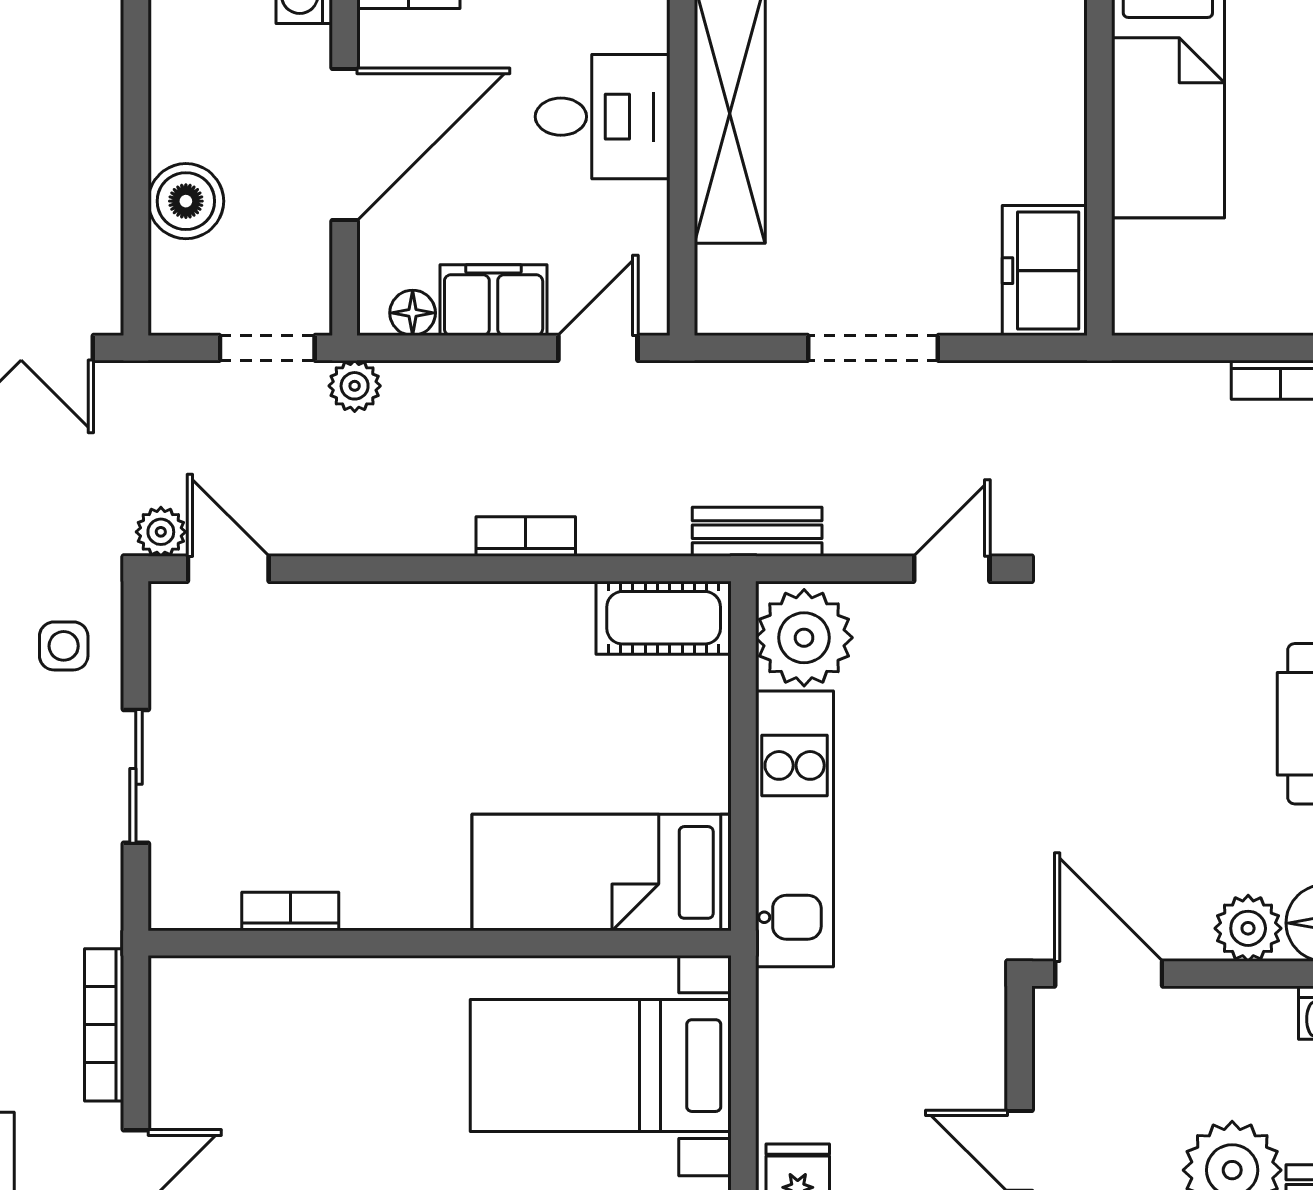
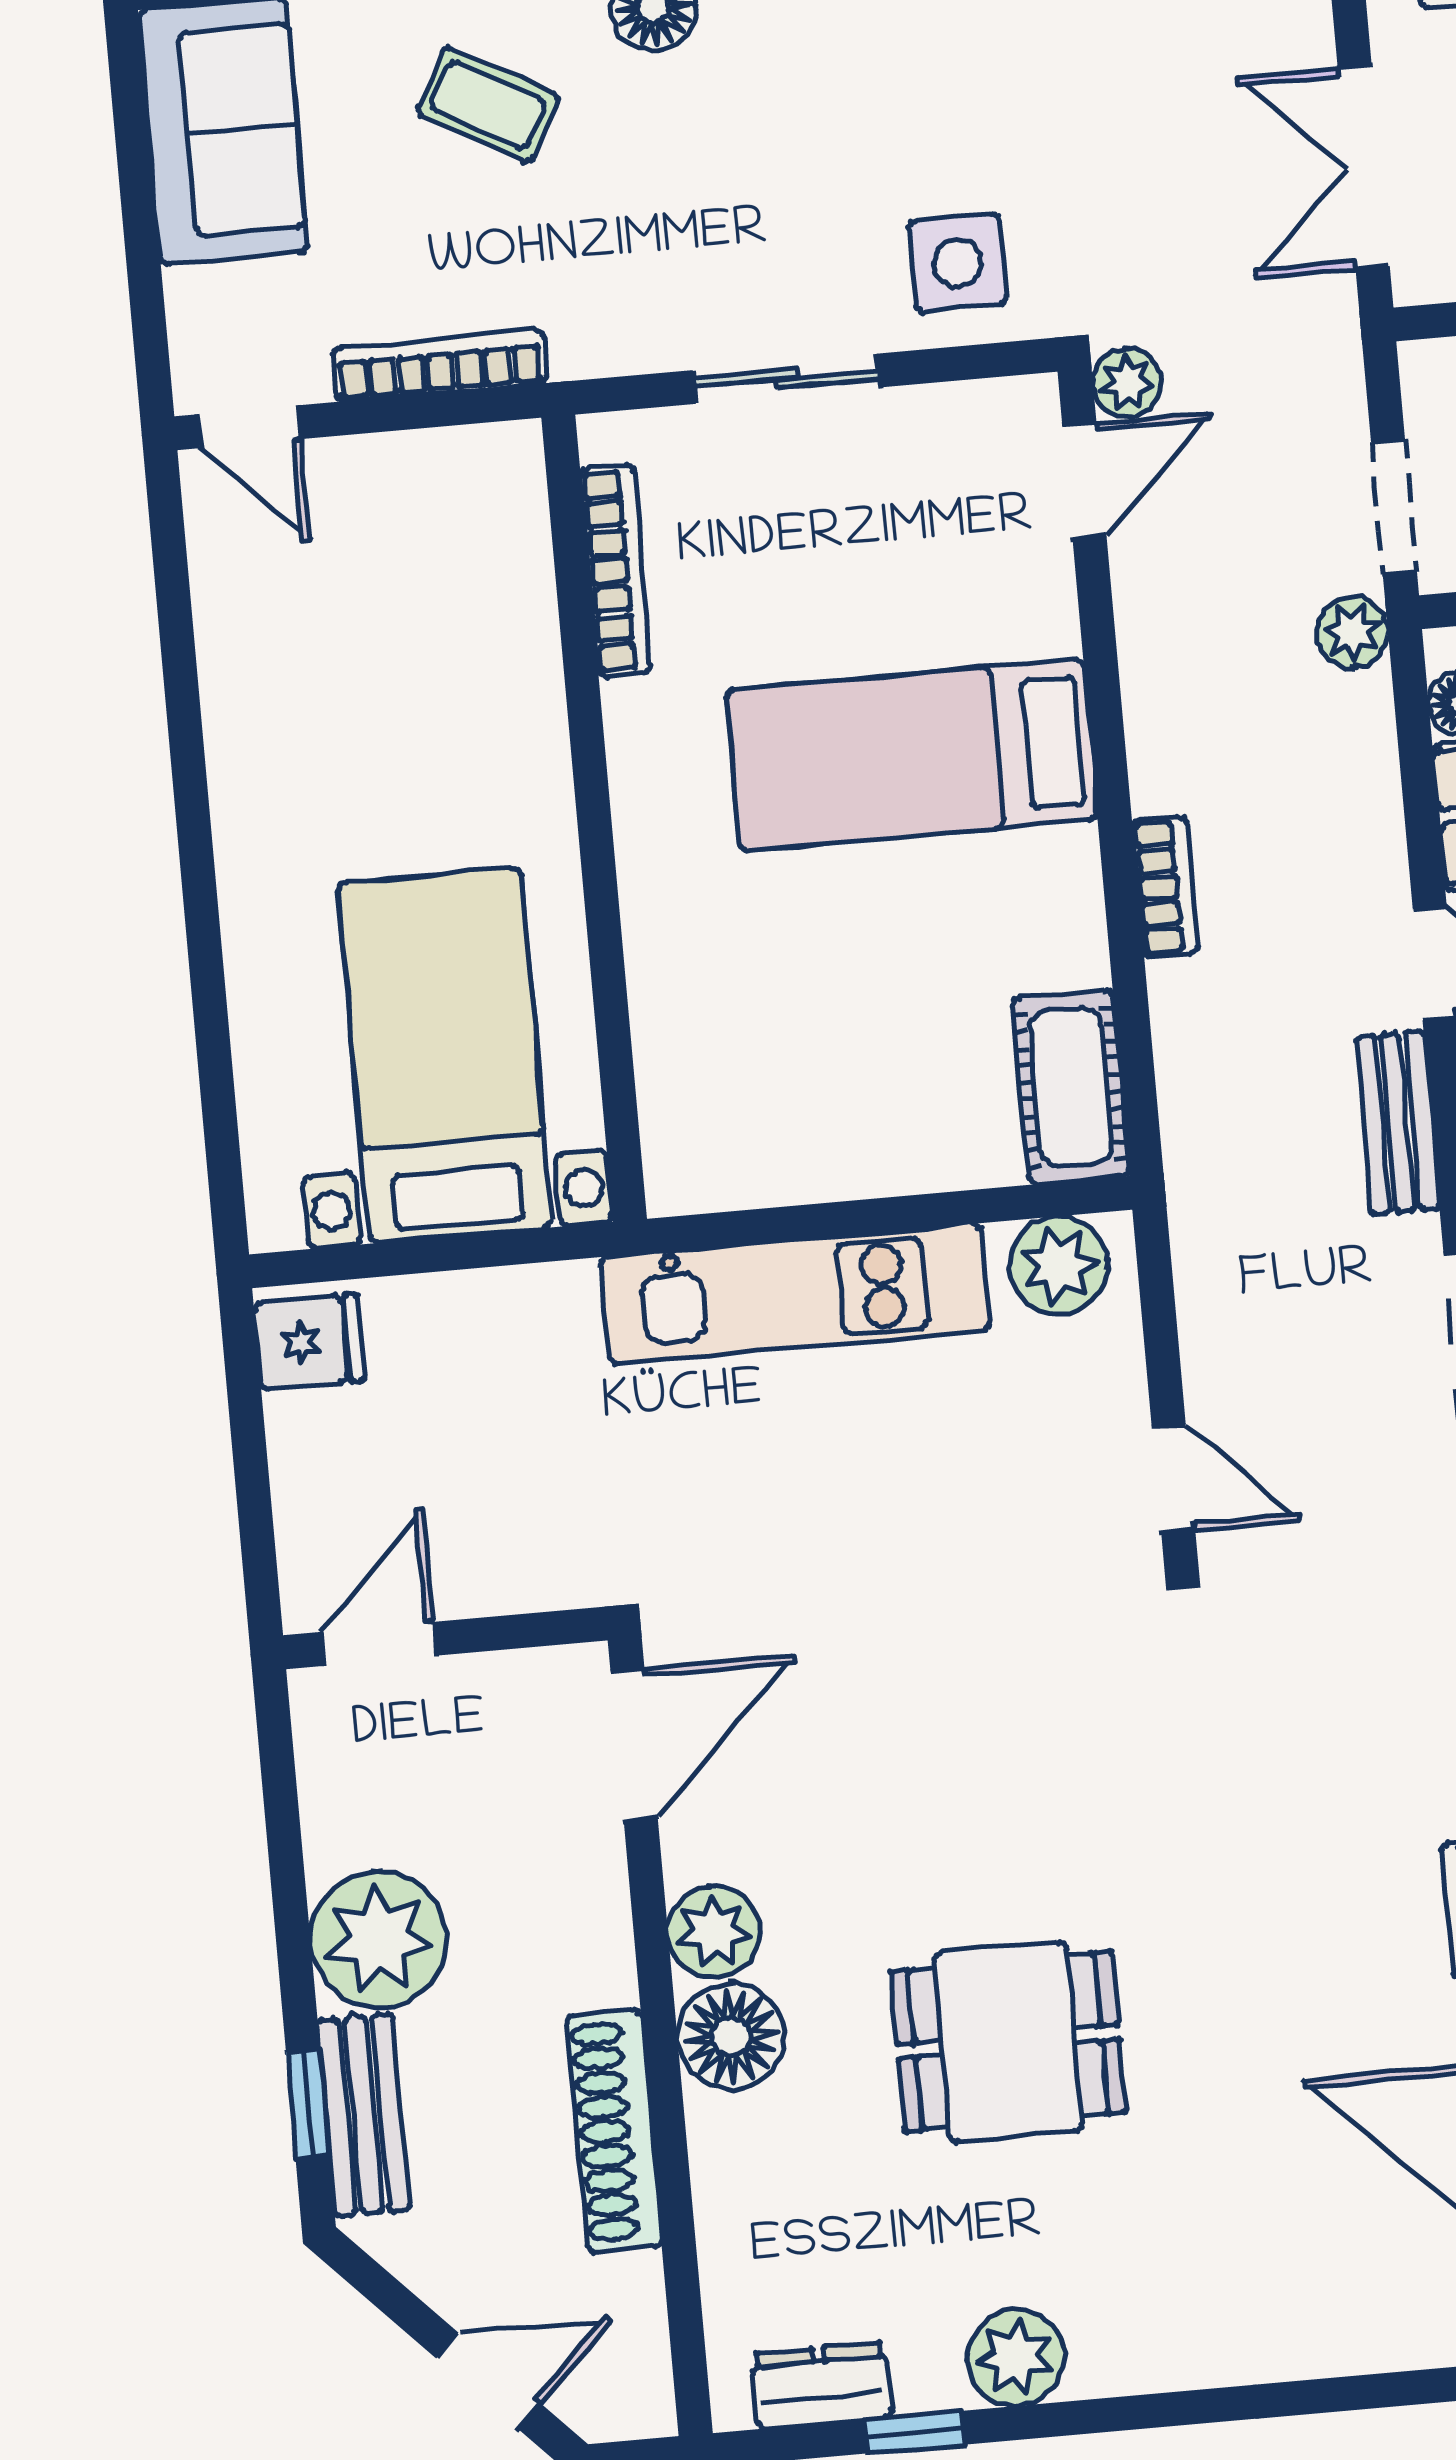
bench: (757, 532) -> (1397, 1123), moved
plant: (804, 638) -> (1059, 1266), width x0.73, depth x0.73
side table: (64, 646) -> (958, 263), width x1.37, depth x1.37
bed: (602, 872) -> (912, 755), moved, turned -90
bookcase: (290, 911) -> (616, 571), width x1.56

